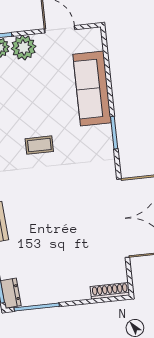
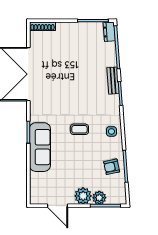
sofa: (92, 89) -> (40, 147), moved

